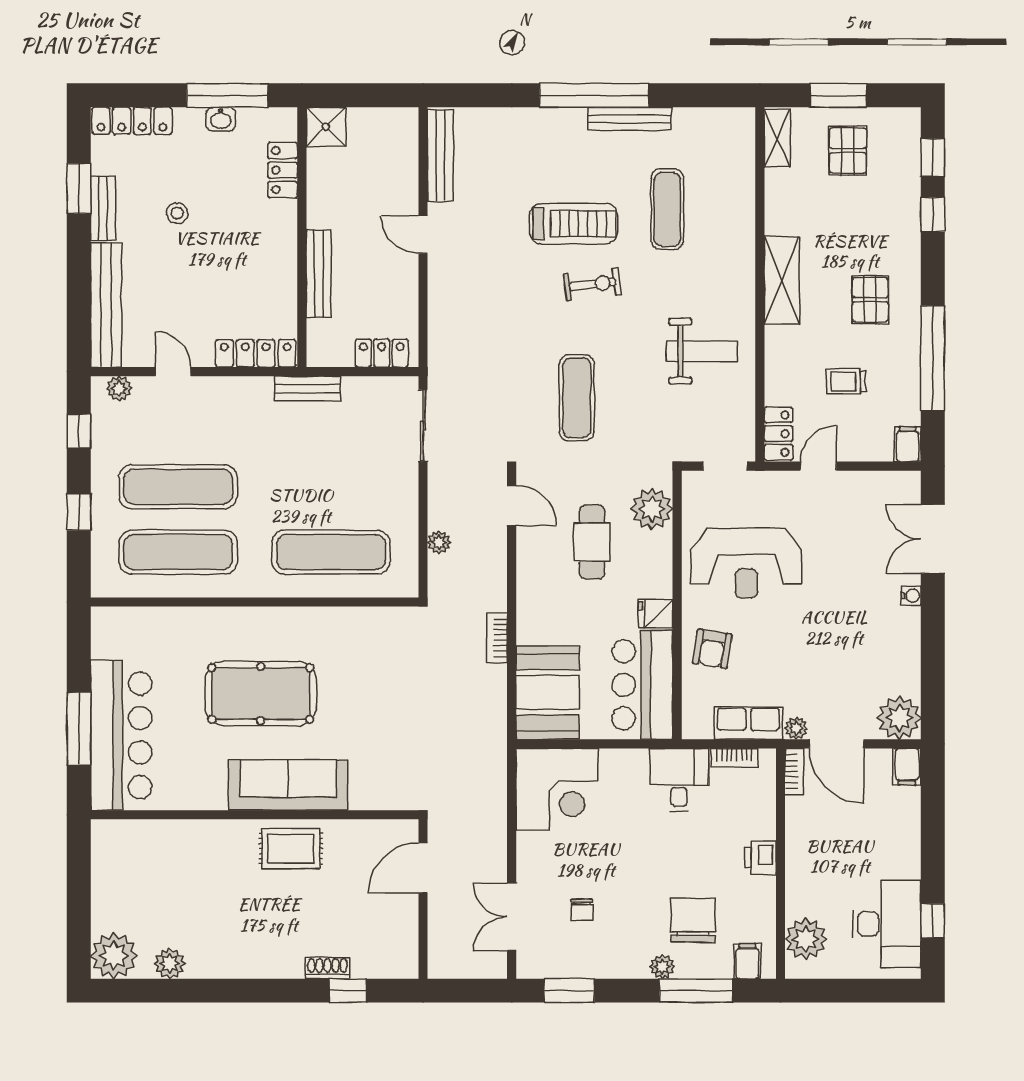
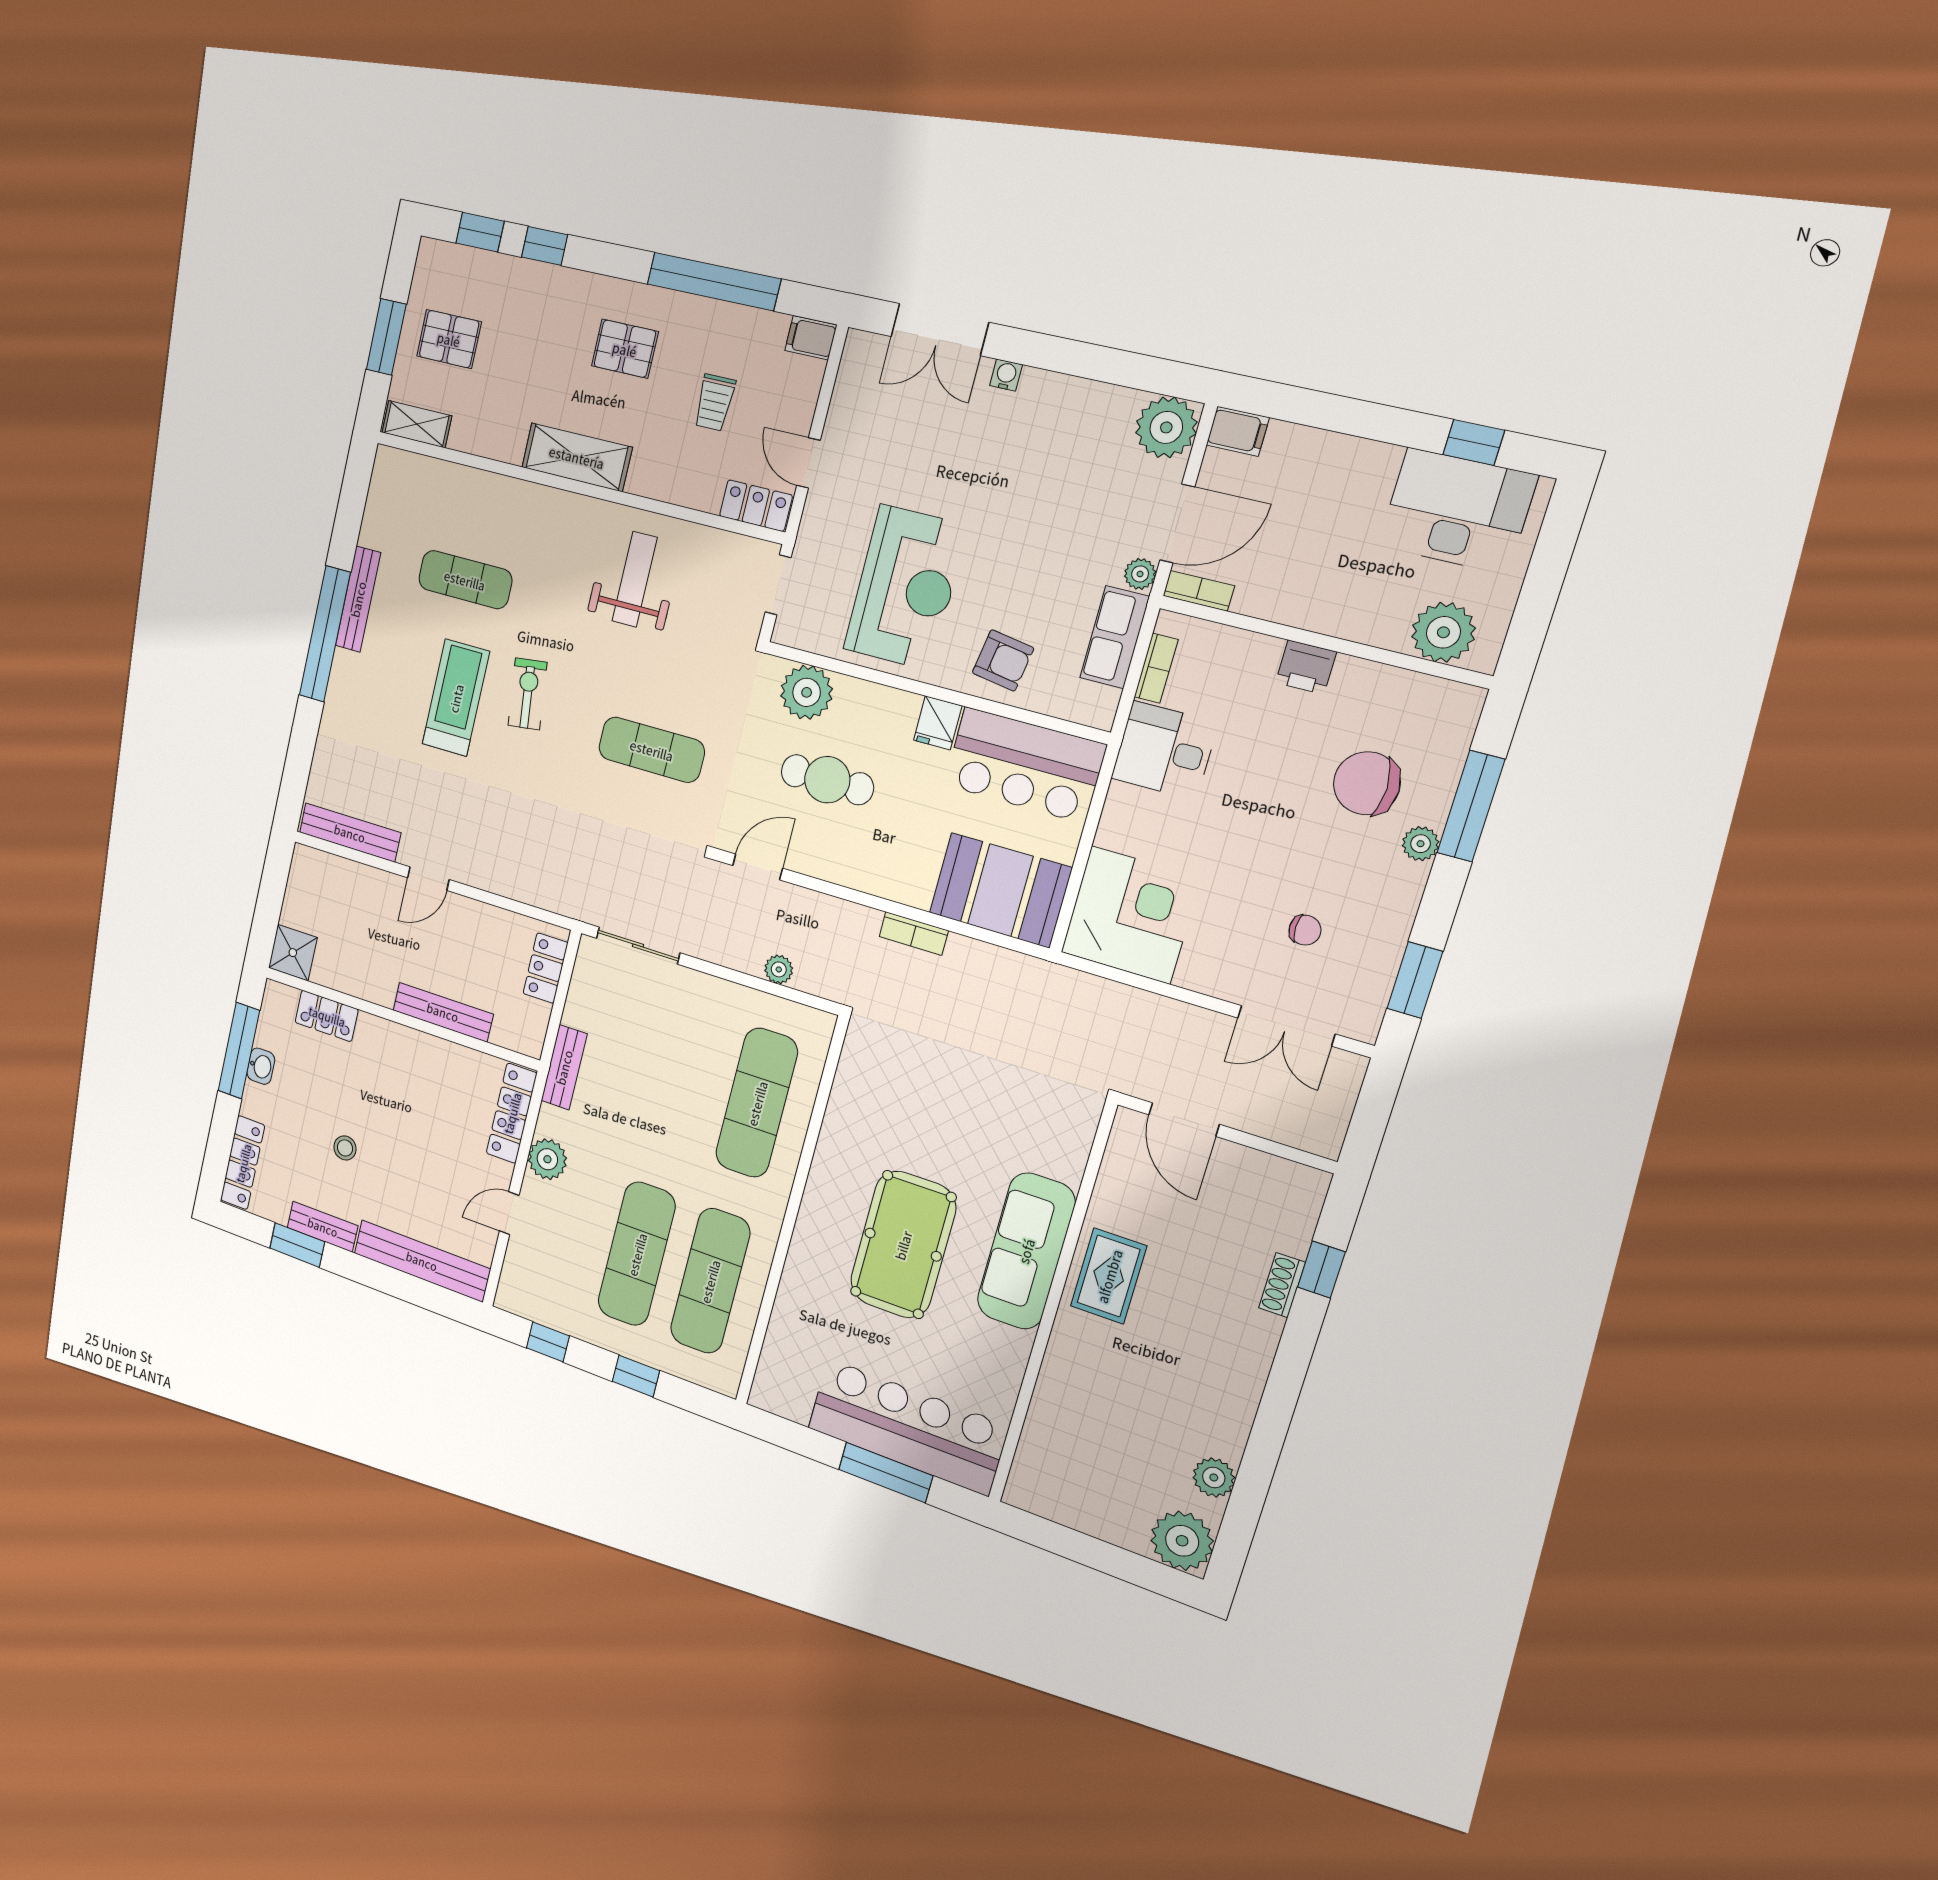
plant: (119, 389) -> (547, 1159), moved, width x1.38, depth x1.38
filing cabinet: (747, 961) -> (1450, 723), removed

